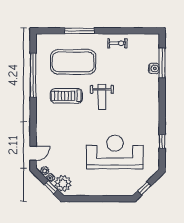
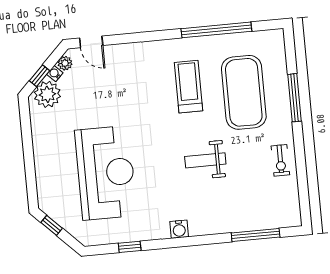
water cooler: (154, 68) -> (179, 229), moved
weight bench: (102, 97) -> (205, 160), moved

